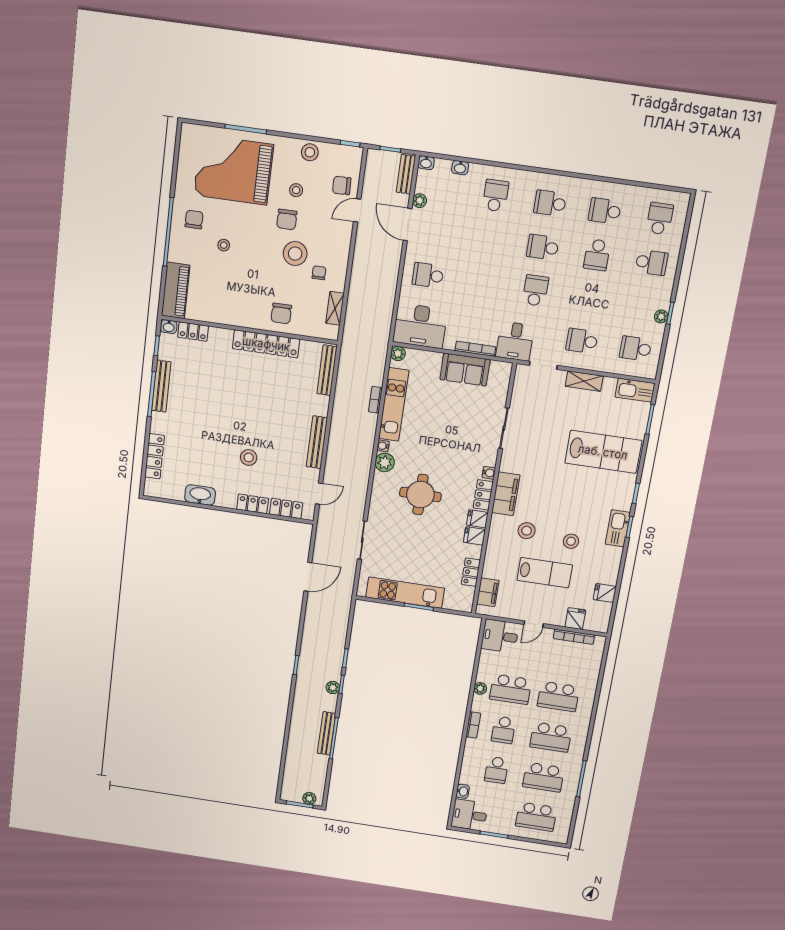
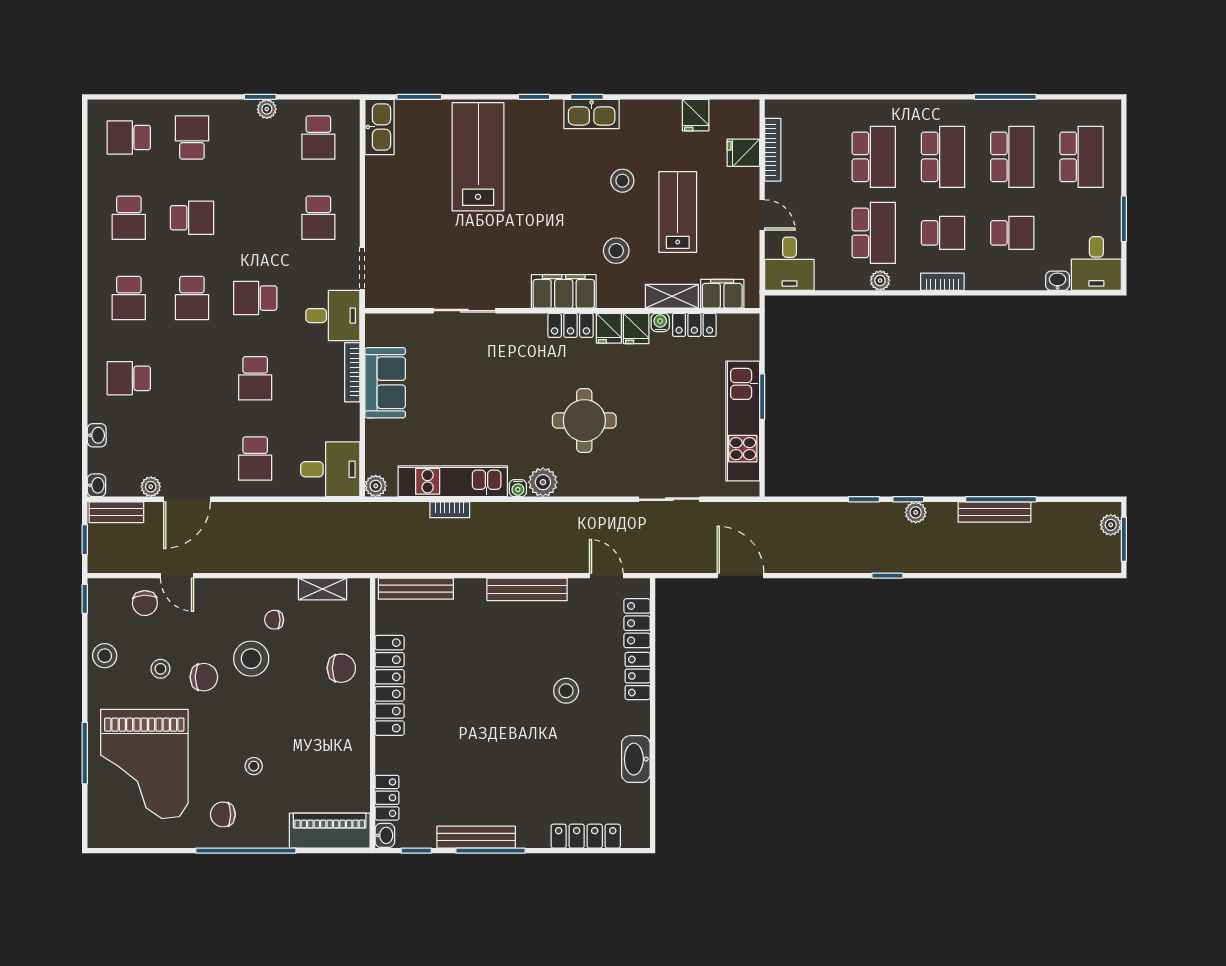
school desk: (482, 283) -> (255, 378), added
desk: (420, 326) -> (330, 469), width x0.73
shelving: (584, 381) -> (672, 296), moved, turned 90
water cooler: (489, 473) -> (660, 322), moved

